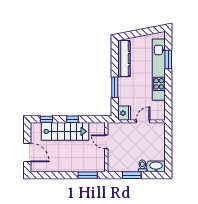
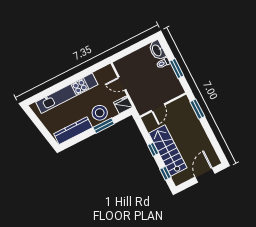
window: (168, 59) -> (53, 89), removed
stool: (128, 89) -> (100, 113), added

